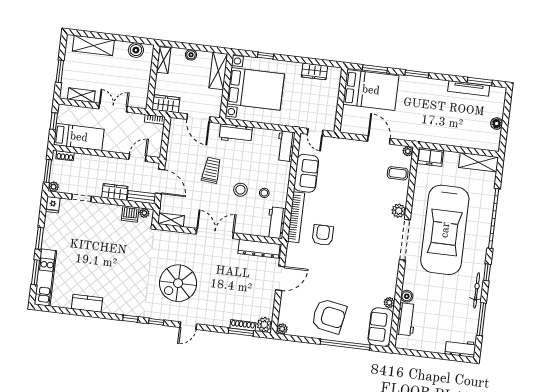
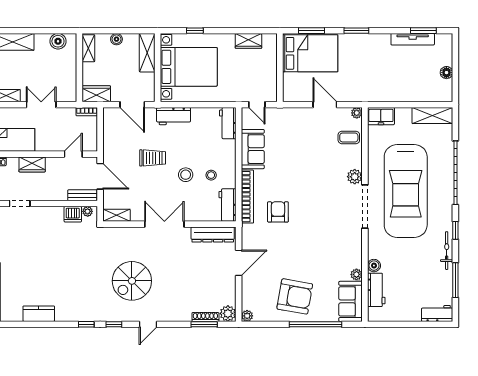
trolley: (211, 170) -> (153, 158), turned 85
wardrobe: (115, 192) -> (32, 164), moved, turned 180

